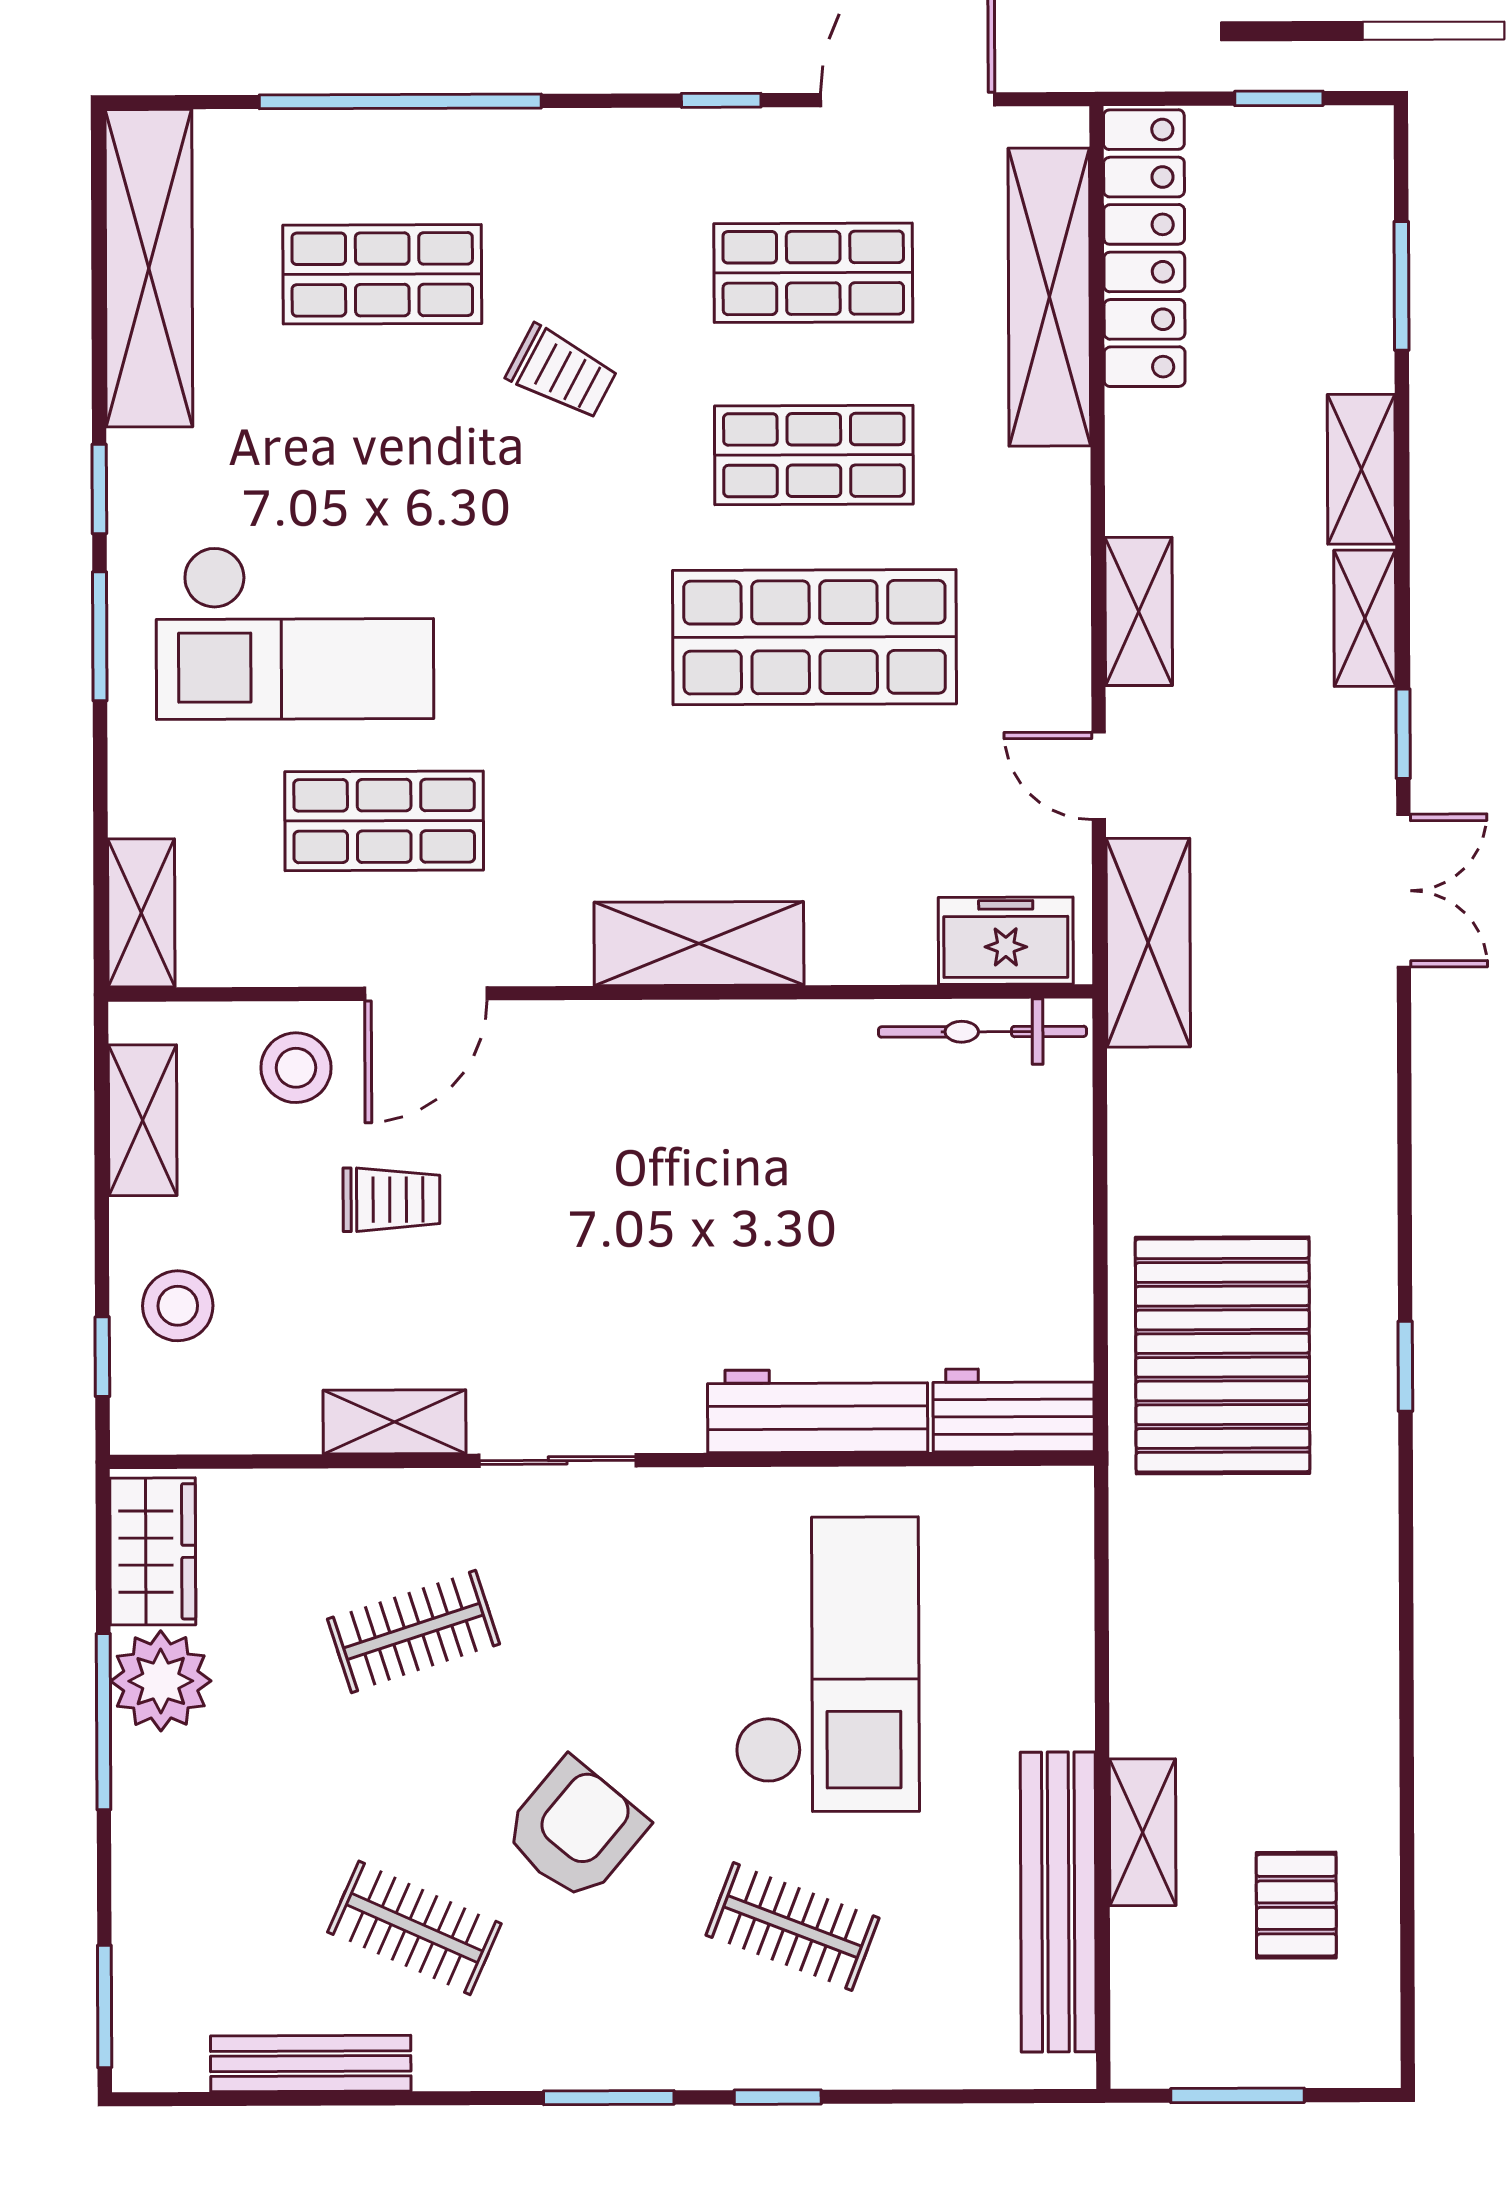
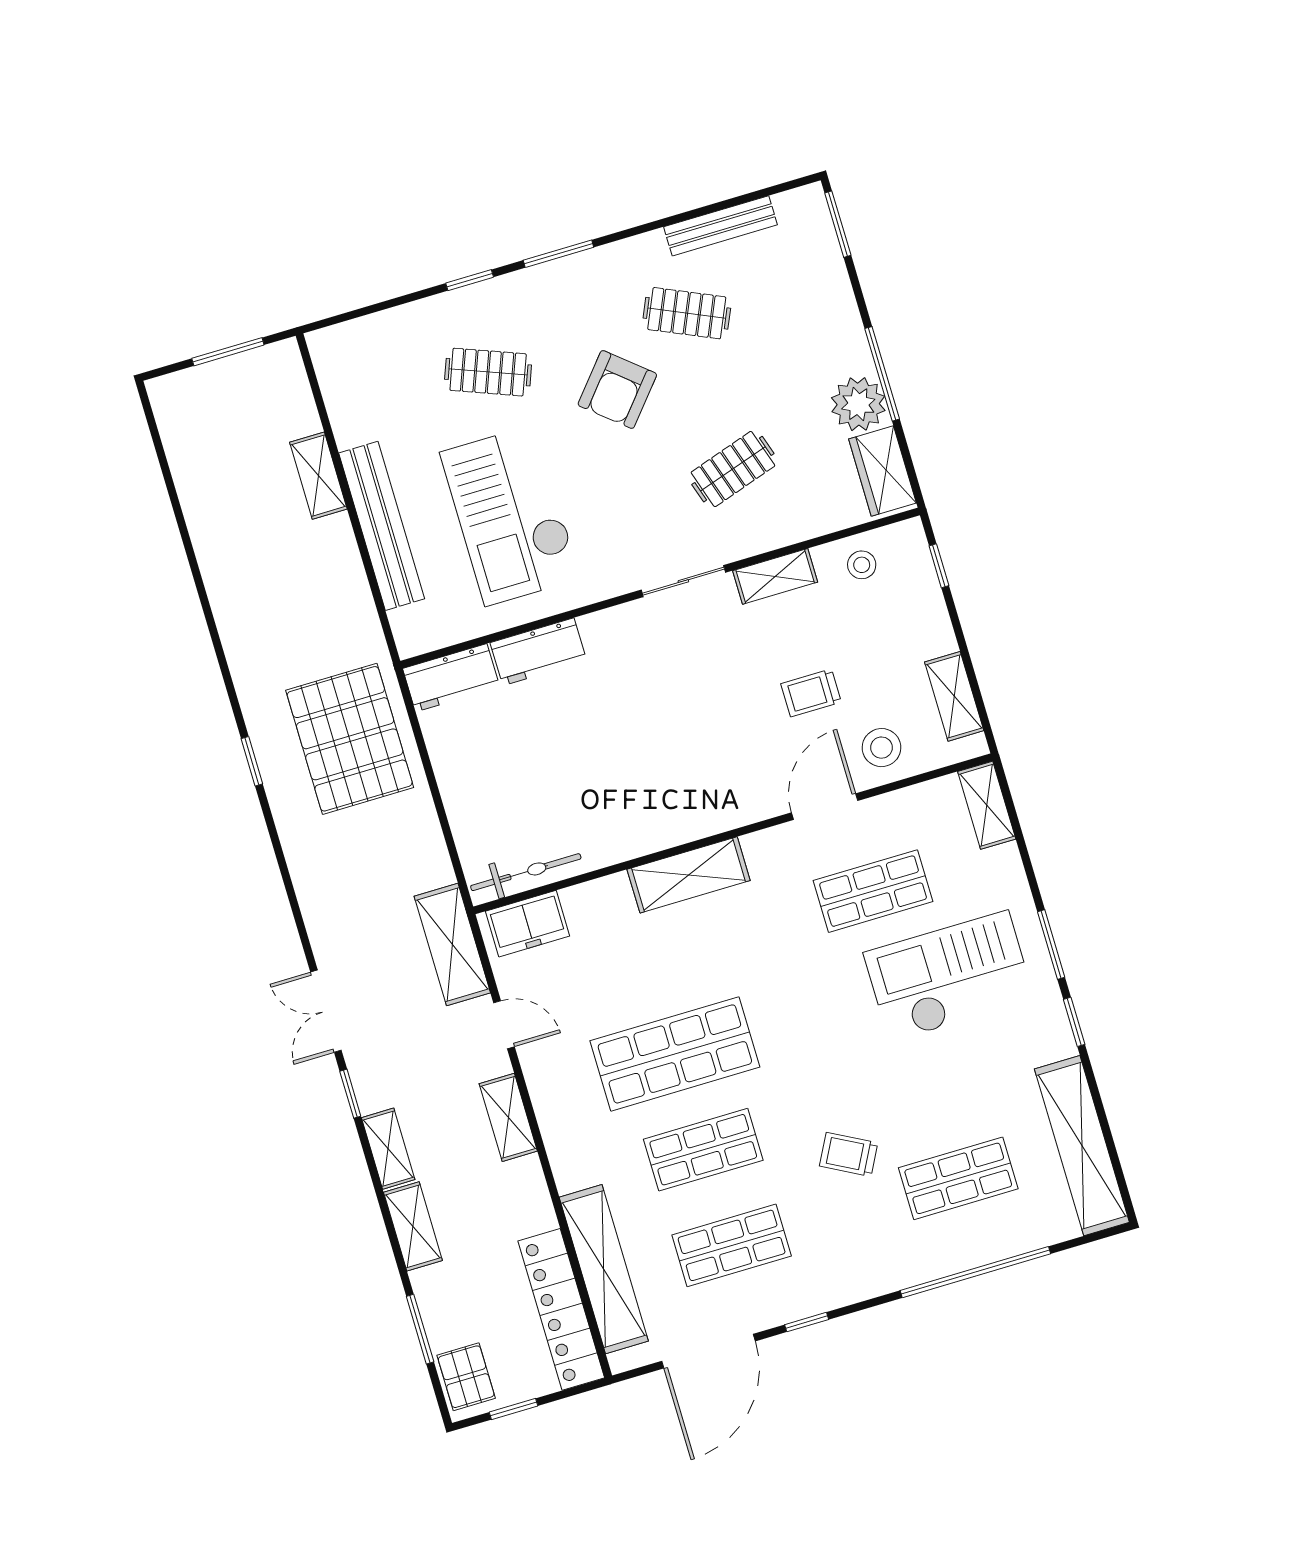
stool: (178, 1306) -> (862, 565), moved, width x0.73, depth x0.73
workbench: (818, 1411) -> (538, 652), width x0.73
bench: (1058, 1902) -> (382, 526), moved
pallet: (1296, 1905) -> (466, 1377), moved

